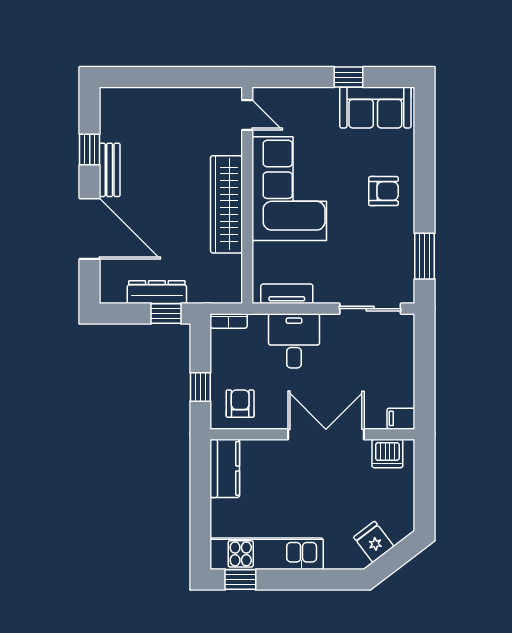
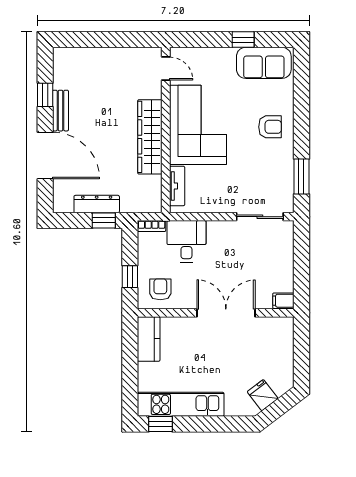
tv unit: (287, 294) -> (177, 186), moved, turned 90
desk: (294, 341) -> (186, 241), moved
dishwasher: (387, 454) -> (273, 328), removed

